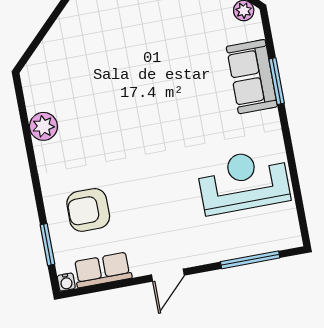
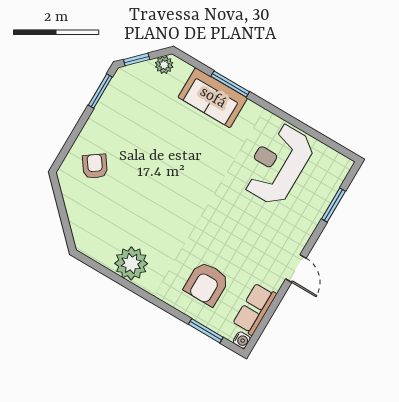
armchair: (105, 27) -> (95, 166), added
plant: (43, 126) -> (131, 263), width x1.36, depth x1.36
window: (250, 260) -> (333, 205), width x0.69

